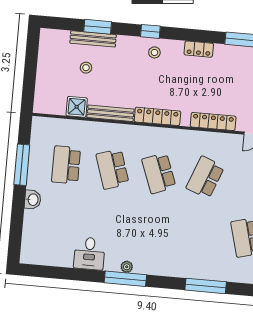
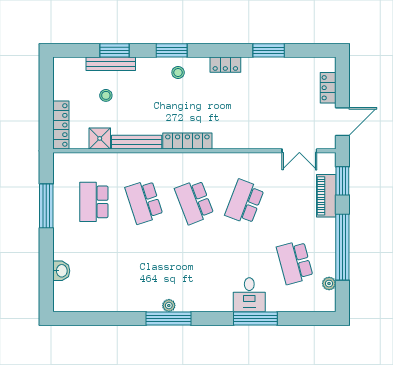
window: (150, 31) -> (172, 50), width x1.50
locker: (213, 121) -> (61, 125), moved, turned 90
washbasin: (33, 200) -> (61, 271), moved
desk: (89, 253) -> (249, 295), moved

